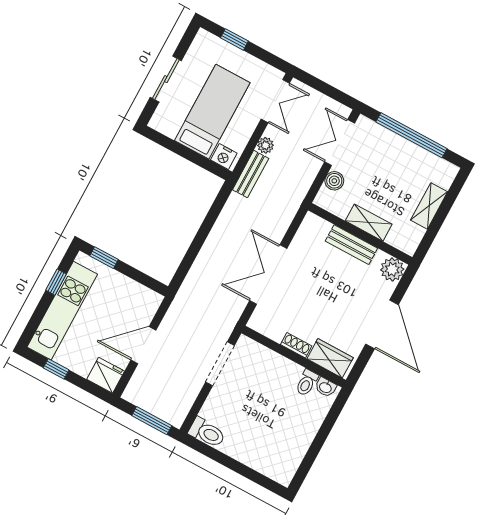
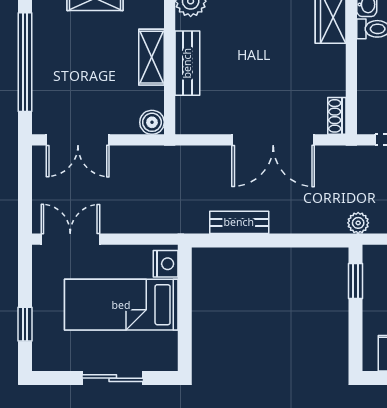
plant: (266, 145) -> (358, 223), moved
bench: (251, 174) -> (239, 222), moved
boiler: (334, 181) -> (152, 122), moved
window: (104, 258) -> (355, 281), moved
shoe rack: (296, 345) -> (337, 116), moved

